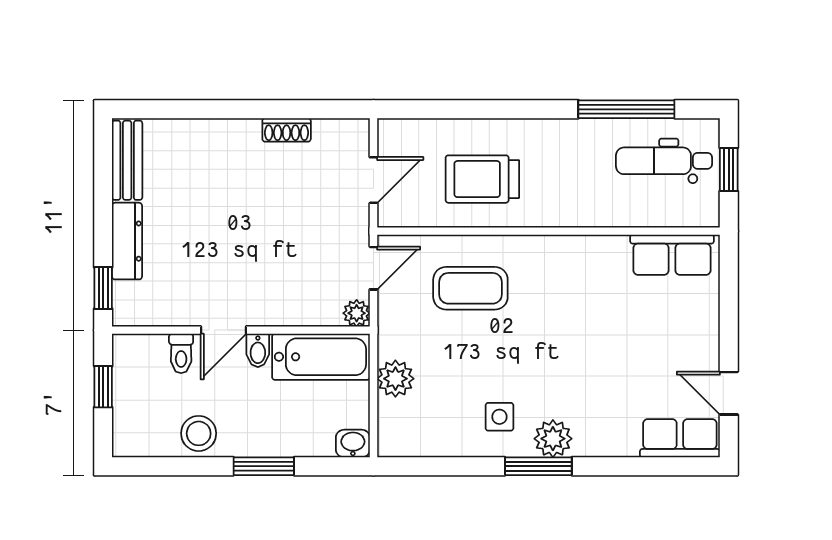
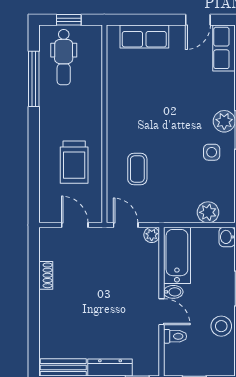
row of seats: (672, 255) -> (144, 36), moved, turned 90
coffee table: (470, 288) -> (137, 169), width x0.73, depth x0.77
plant: (395, 379) -> (208, 212), moved

